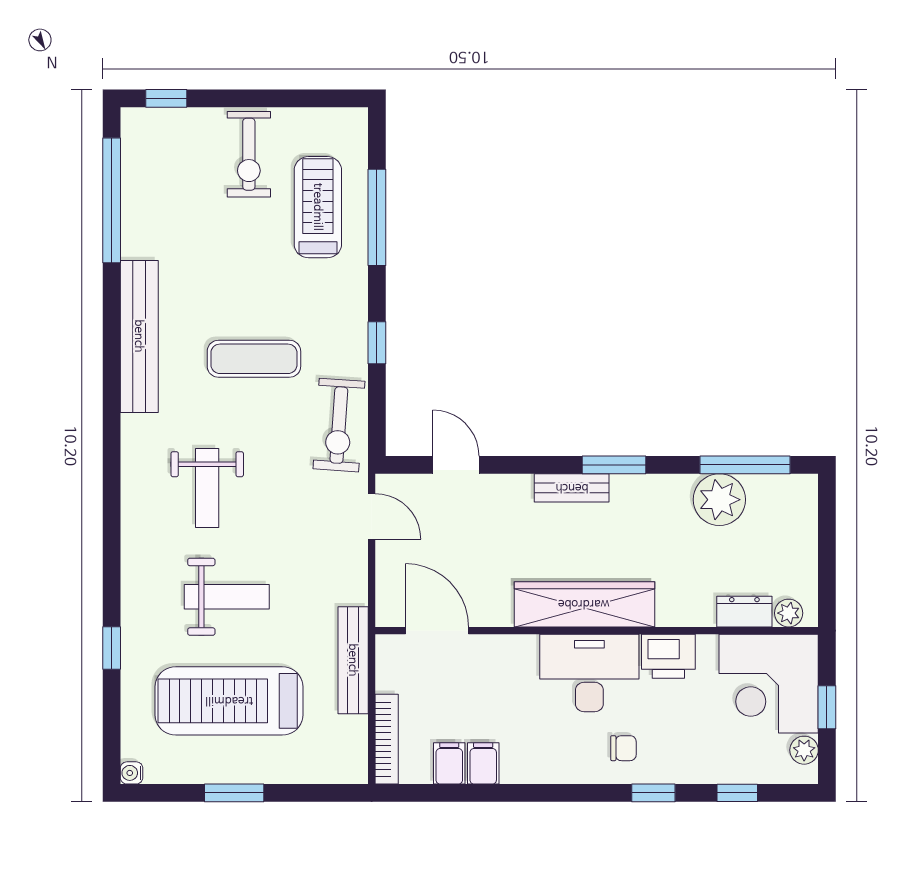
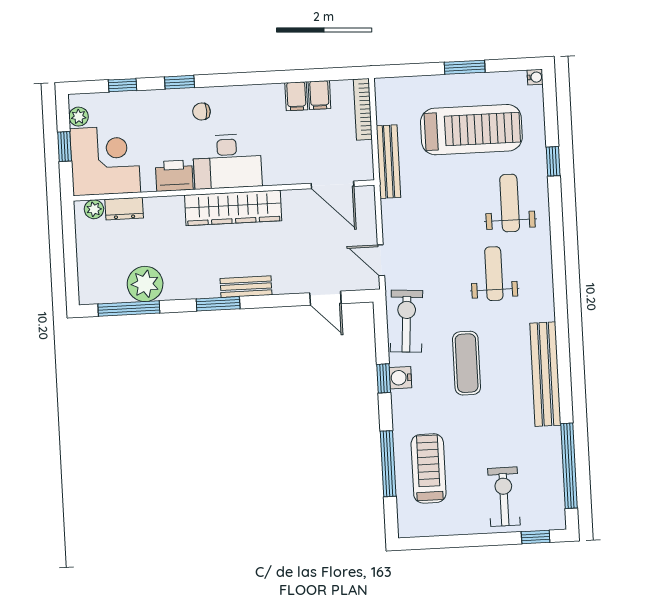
exercise bike: (249, 154) -> (504, 497), moved
treadmill: (318, 207) -> (429, 468), turned 180
water cooler: (352, 342) -> (400, 378), added
exercise mat: (254, 359) -> (467, 363), turned 90
weight bench: (227, 597) -> (510, 203), moved, turned 90

